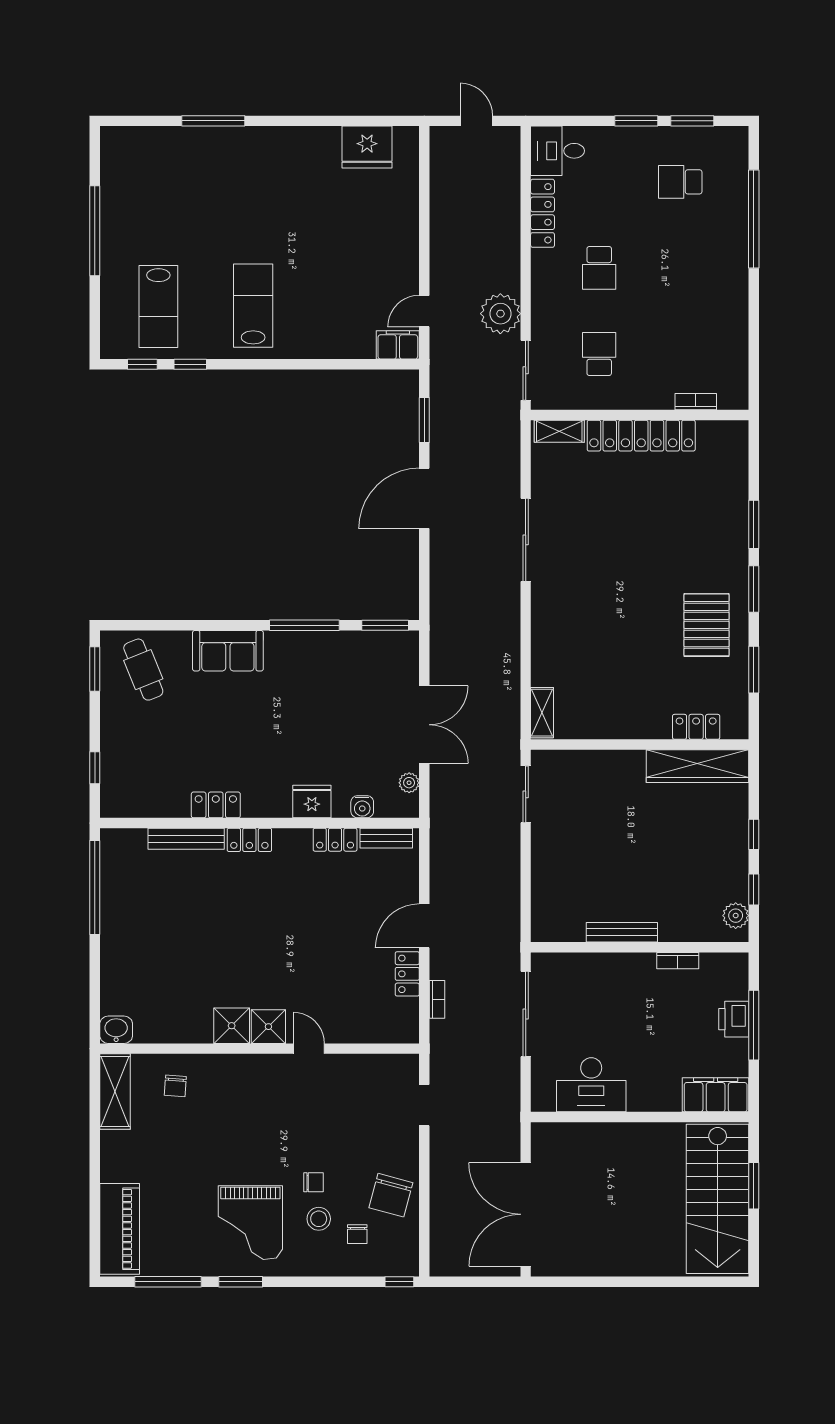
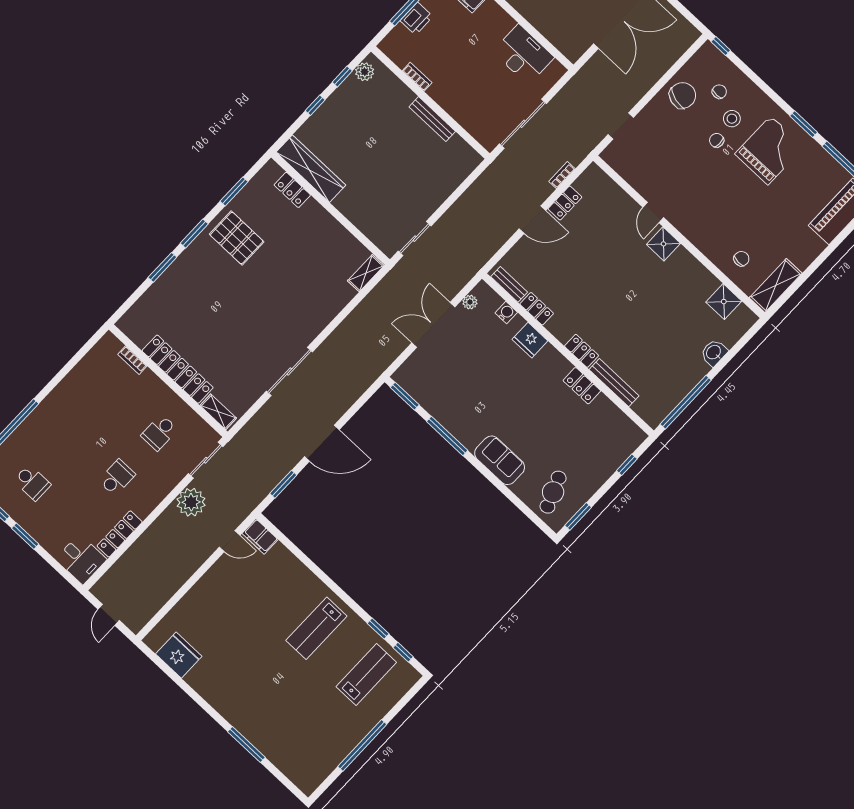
pallet: (707, 625) -> (237, 238), turned 90
shower: (232, 1026) -> (724, 302), moved
washbasin: (116, 1030) -> (714, 353), moved, turned 90

